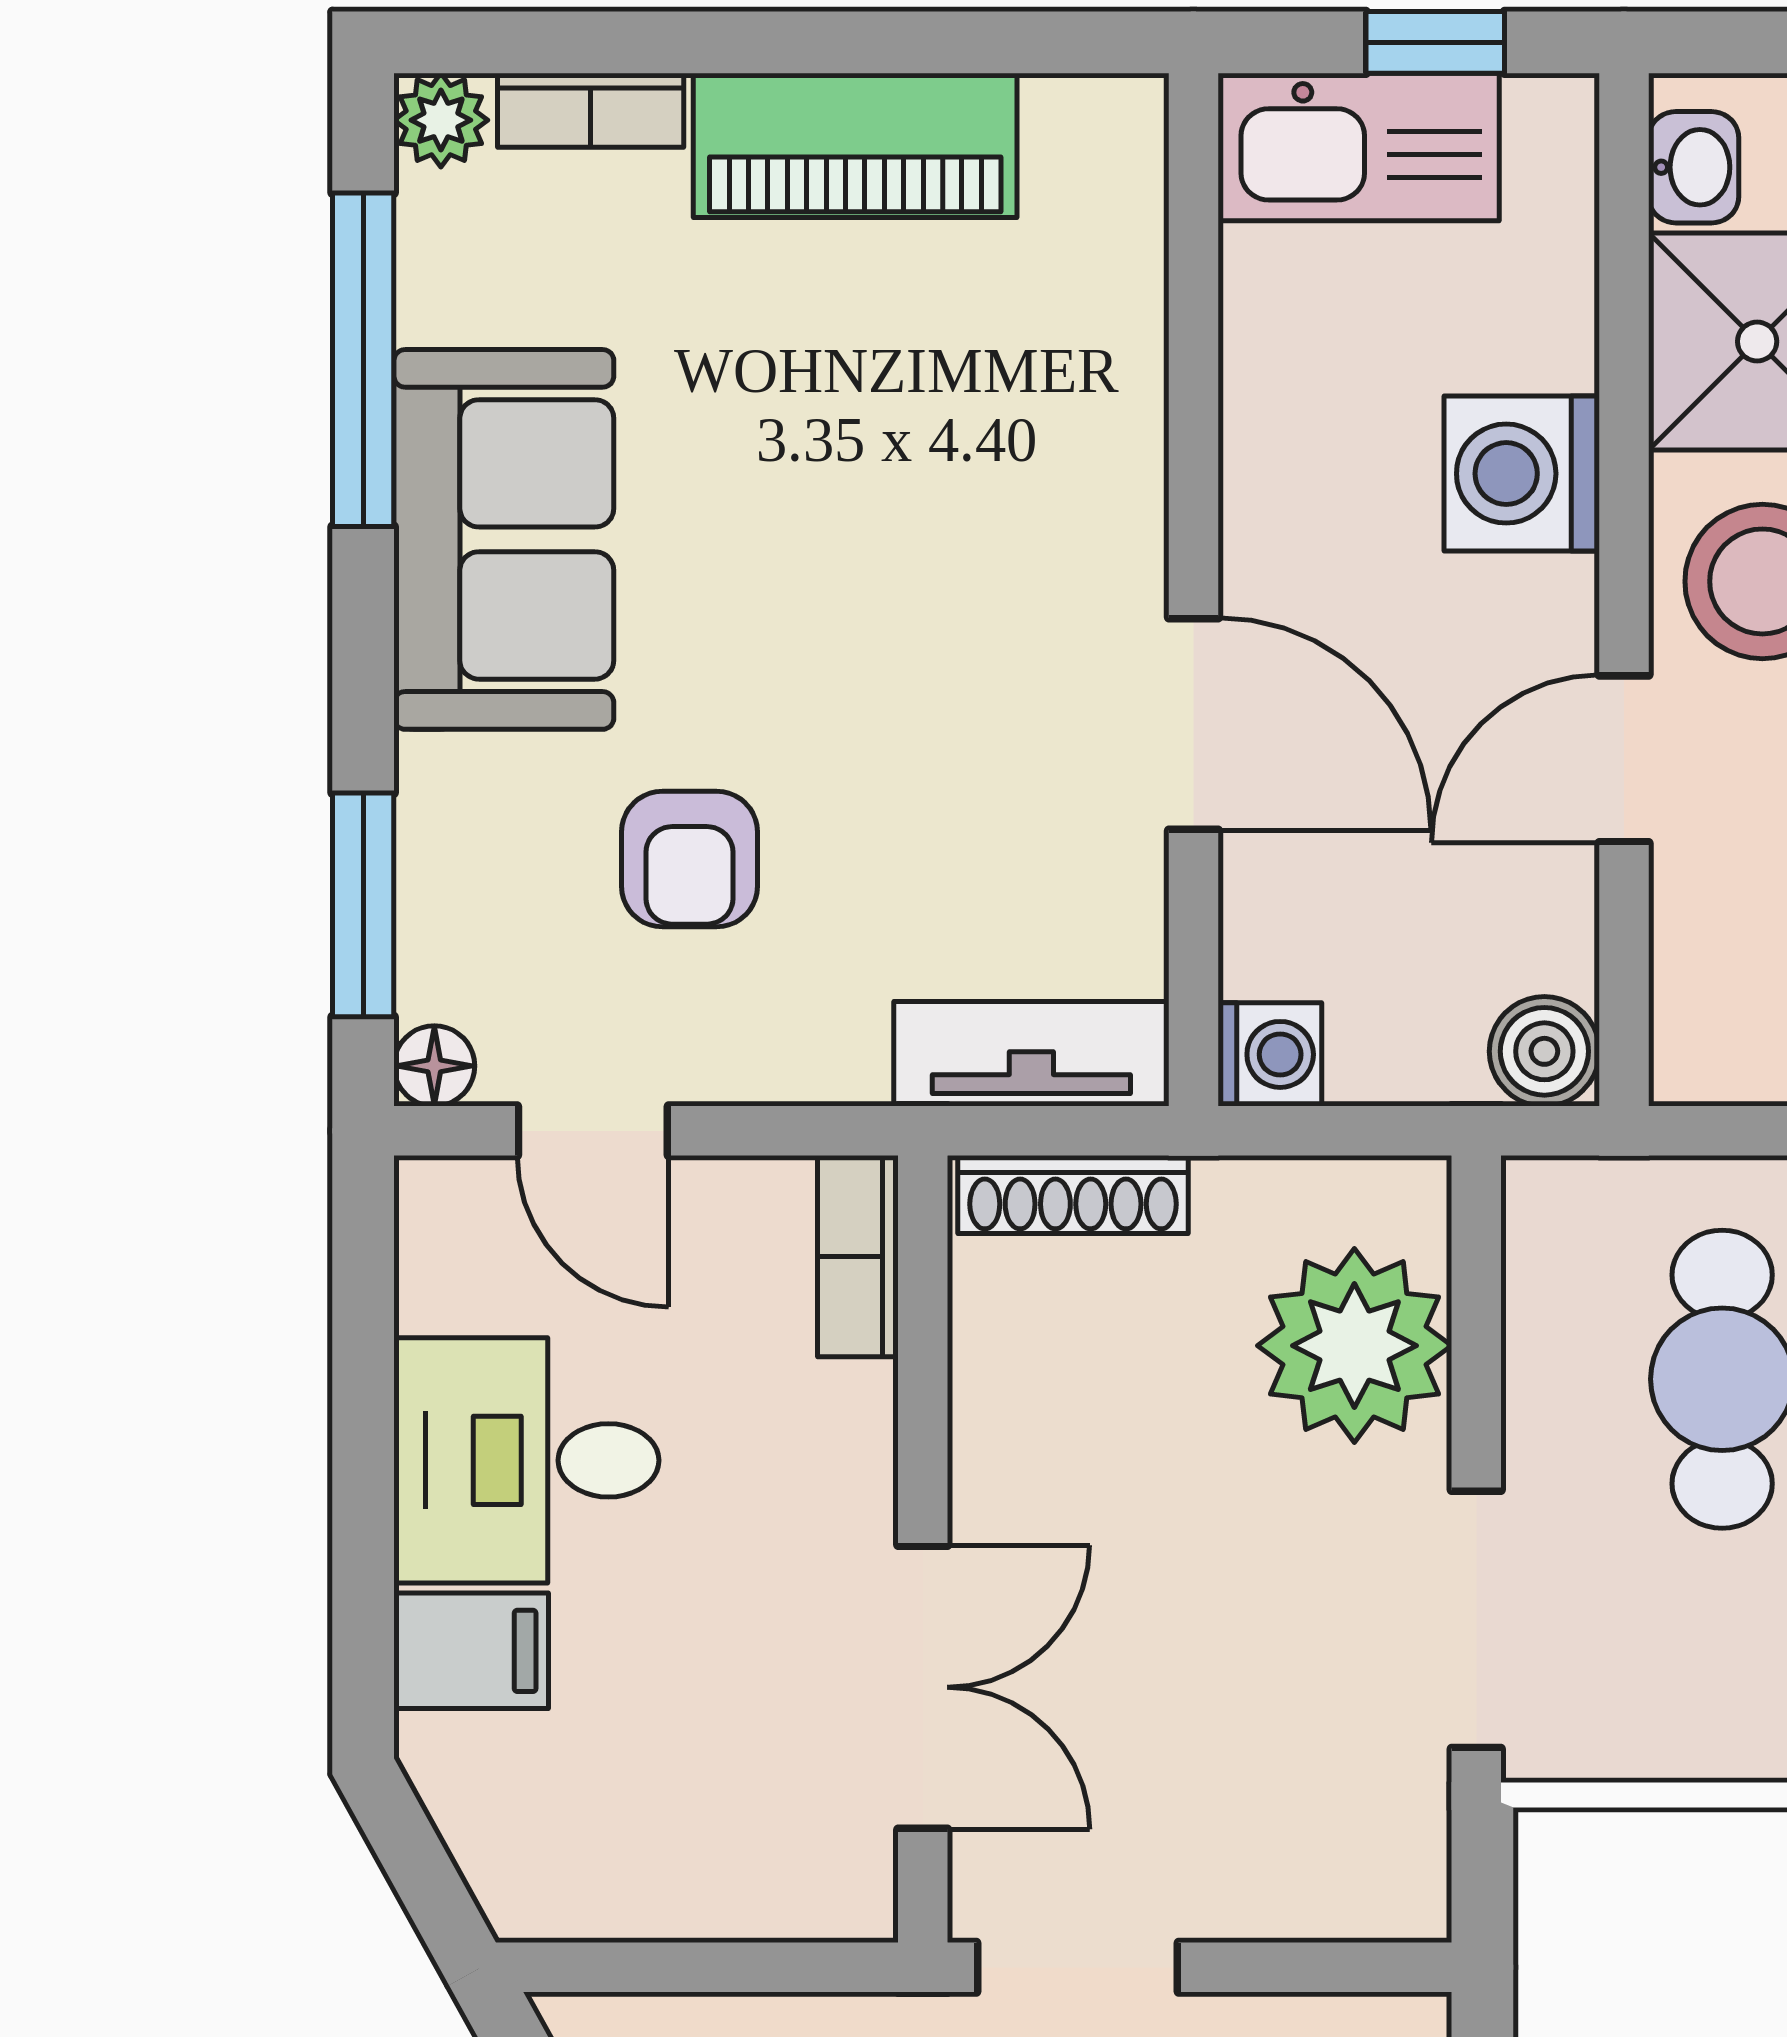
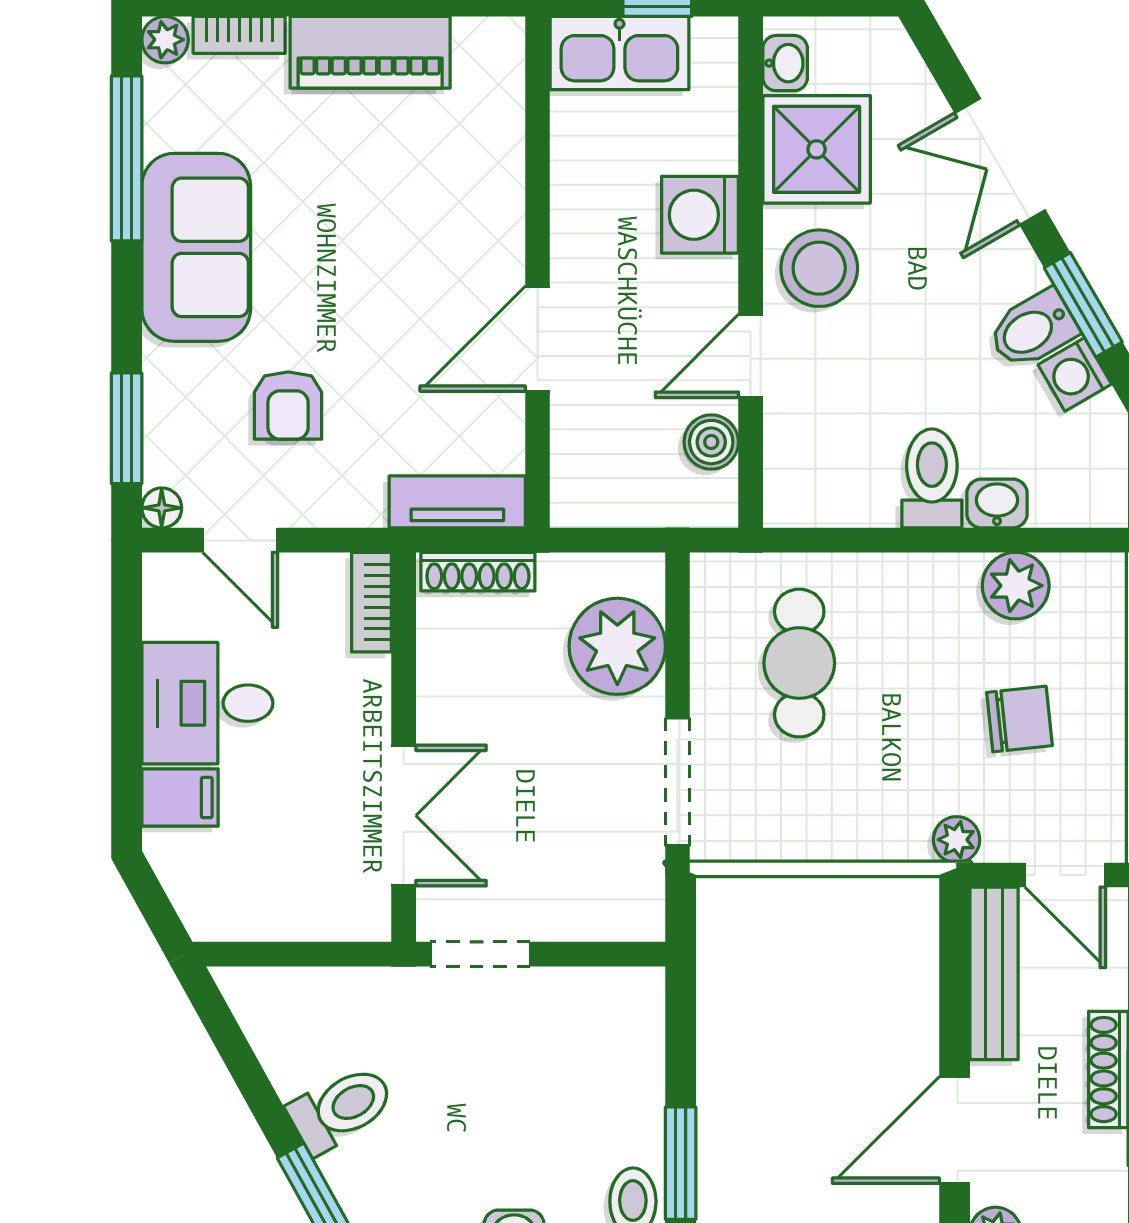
door: (1193, 724) -> (538, 339), swing flipped
boiler: (1544, 1051) -> (711, 442), moved
washing machine: (1270, 1054) -> (575, 502), removed

